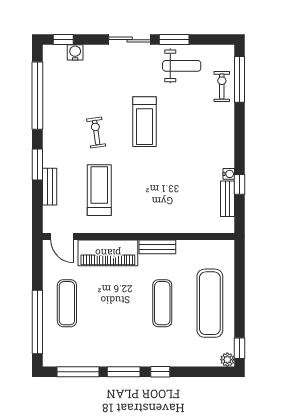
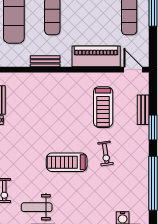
treadmill: (144, 122) -> (67, 162), turned -90
bench: (157, 247) -> (45, 61), moved

